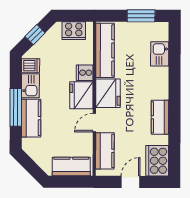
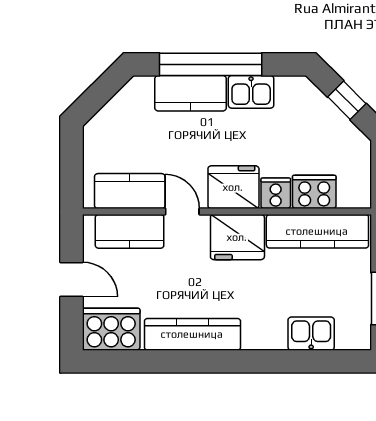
cooker: (74, 31) -> (314, 192), moved, turned 90
dishwasher: (31, 66) -> (289, 92), removed
window: (16, 107) -> (211, 64), width x1.46
kitchen counter: (160, 117) -> (192, 334), width x1.50
kitchen counter: (71, 166) -> (130, 191), moved, turned -90

